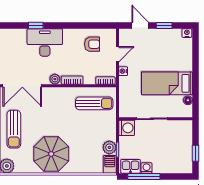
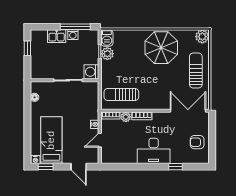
window: (164, 25) -> (46, 167), moved
desk: (45, 42) -> (154, 151), moved
armchair: (92, 44) -> (197, 142), moved
plant: (55, 79) -> (126, 117), moved
bed: (167, 83) -> (51, 140), moved, turned -90
kitchen sink: (131, 166) -> (57, 36), moved

